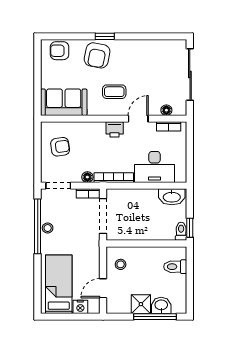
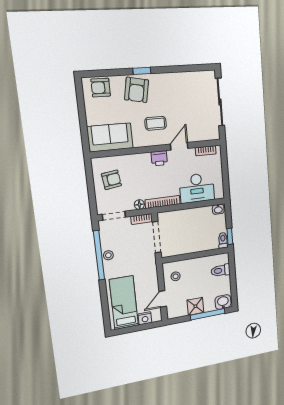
floor lamp: (166, 110) -> (203, 136), removed
washbasin: (172, 197) -> (218, 209), width x0.52, depth x0.69
washbasin: (161, 305) -> (223, 302), moved

